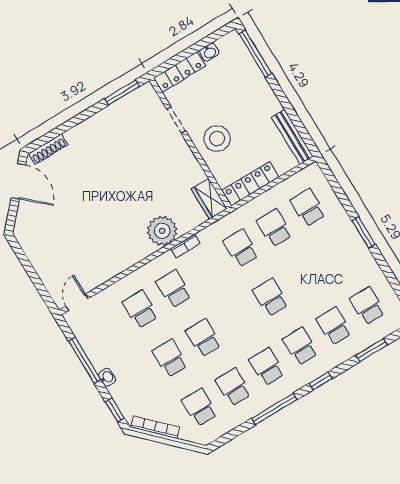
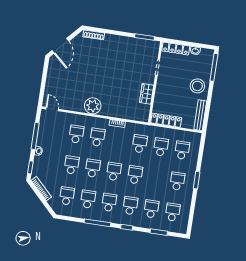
stool: (217, 139) -> (197, 86), moved
door: (18, 181) -> (60, 46), moved
wardrobe: (209, 199) -> (147, 94), moved
plant: (162, 231) -> (93, 106), moved
school desk: (338, 257) -> (177, 181), added
door: (77, 302) -> (52, 109), hinge flipped
school desk: (237, 318) -> (114, 171), added

